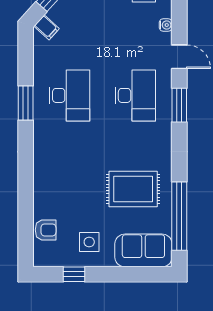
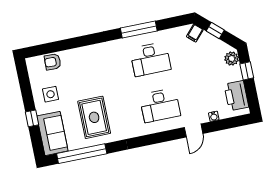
window: (26, 103) -> (139, 29), width x1.44
window: (179, 105) -> (160, 137), removed
armchair: (46, 230) -> (53, 62), turned 92
window: (74, 274) -> (32, 118), moved

